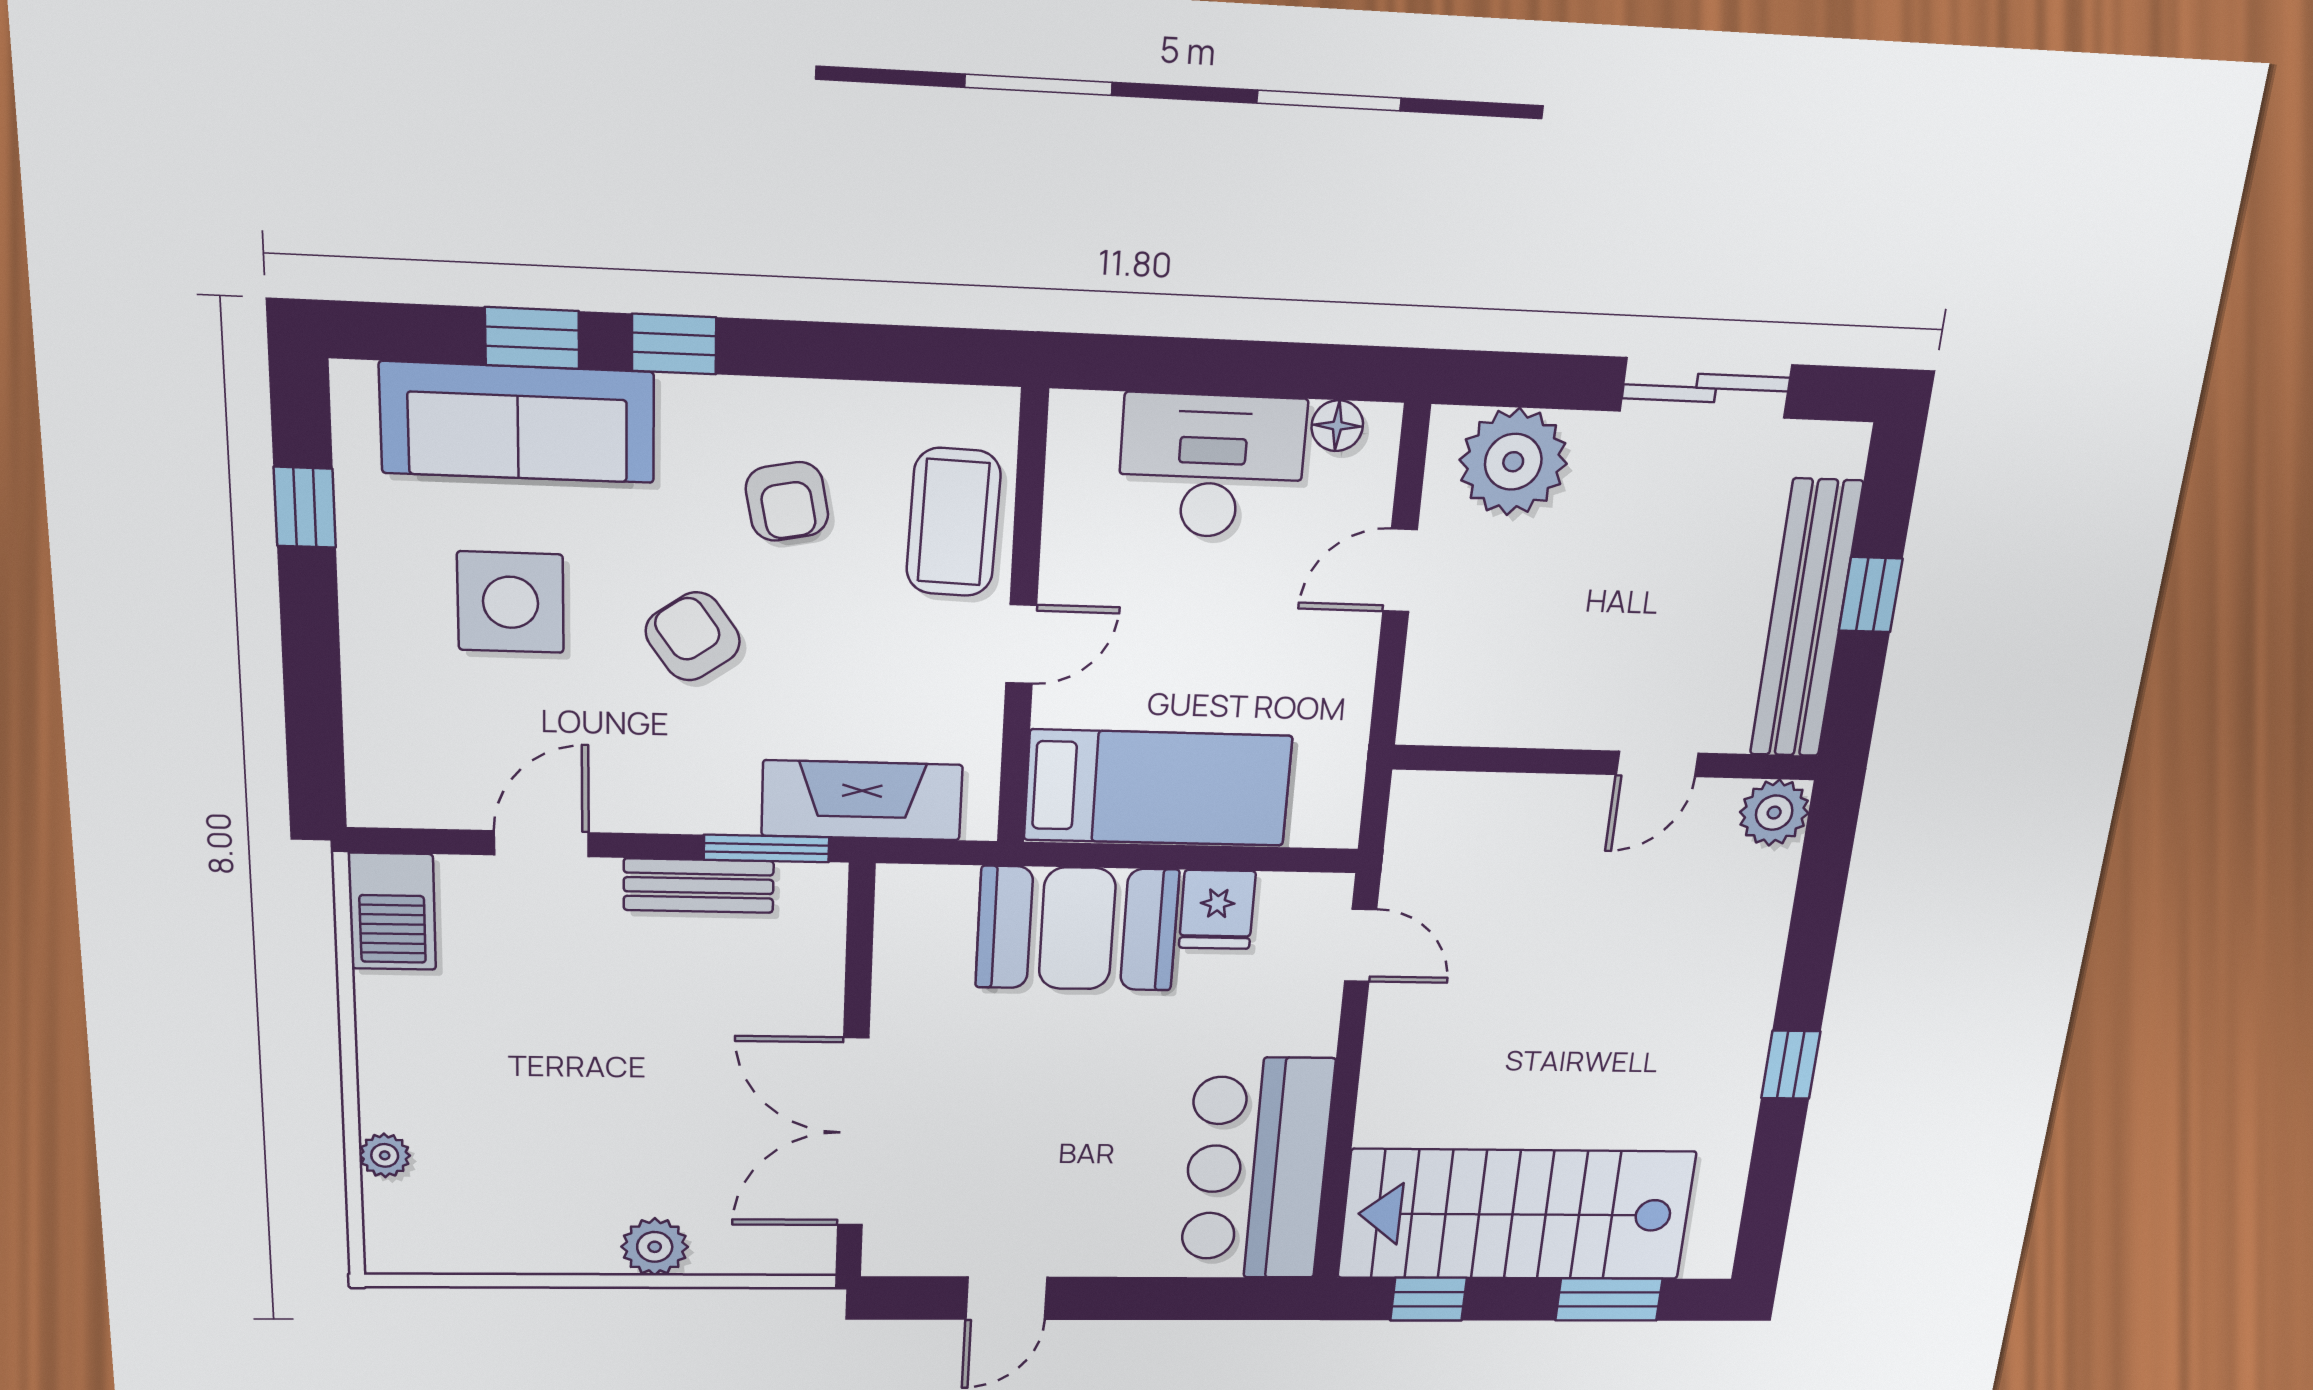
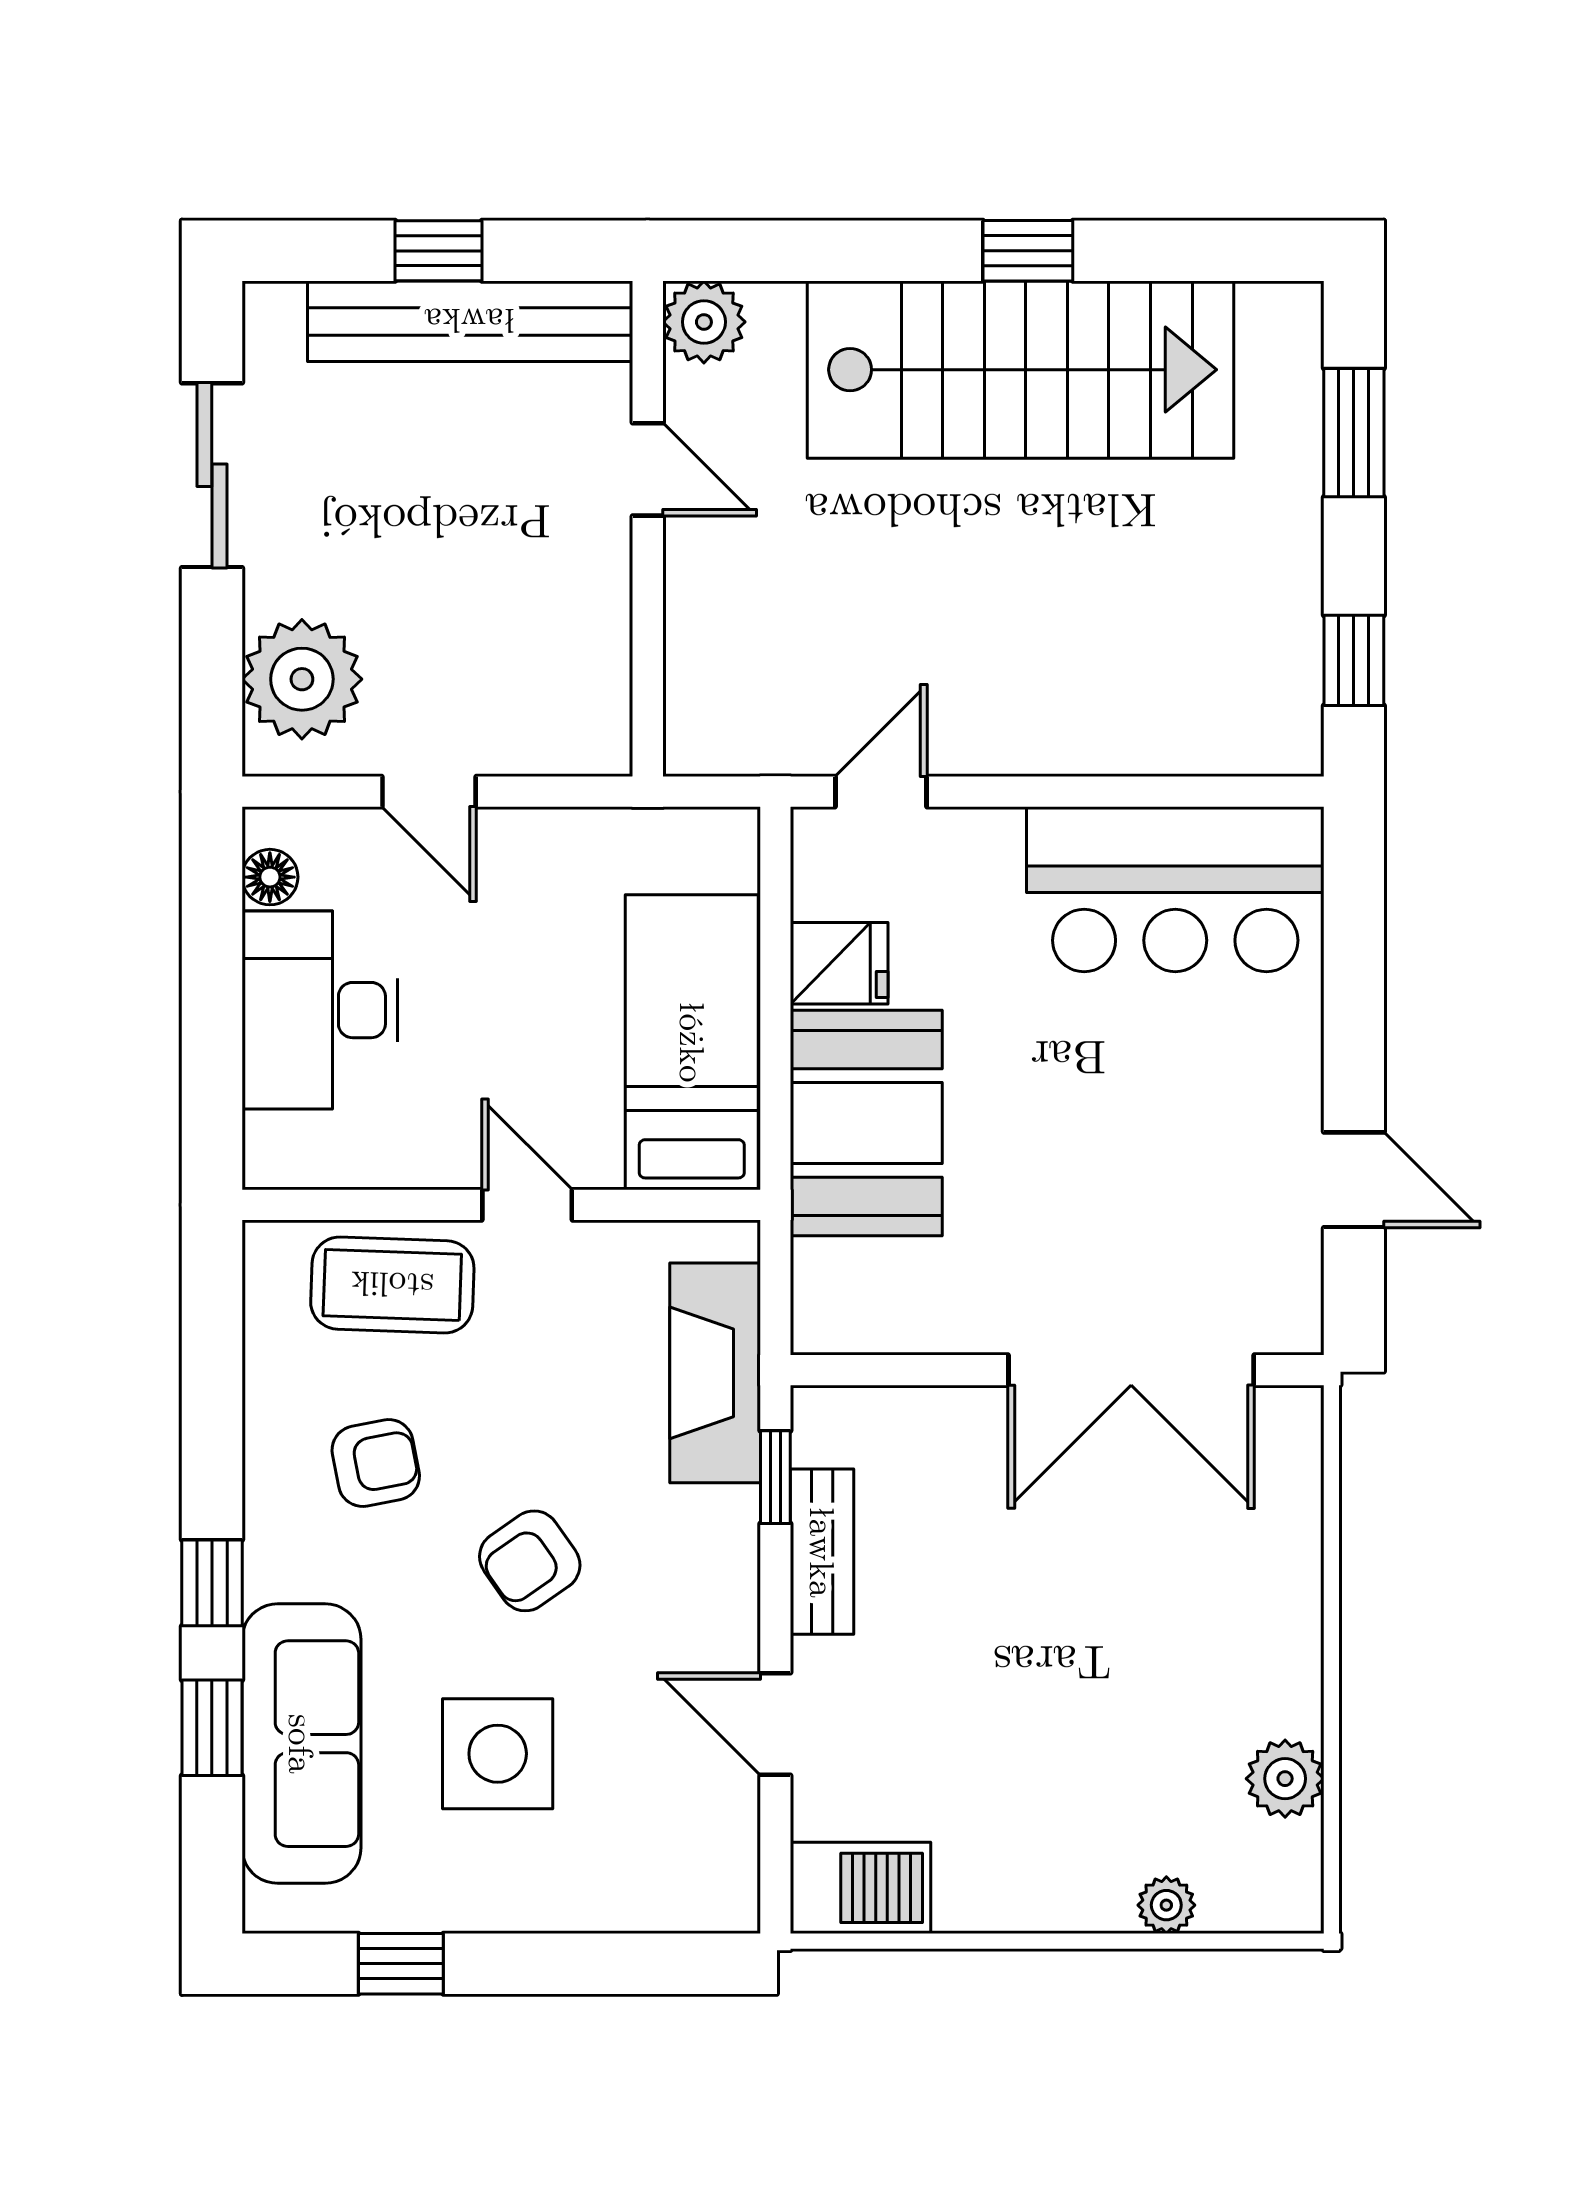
window: (766, 848) -> (775, 1477), width x0.67
stairs: (1517, 1215) -> (1021, 370), moved, turned -90
plant: (655, 1247) -> (1285, 1779), moved

